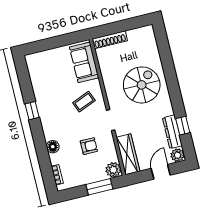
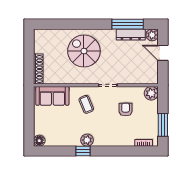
plant: (45, 112) -> (87, 140), added
window: (183, 126) -> (128, 24), width x2.17
floor lamp: (53, 147) -> (39, 141), moved
wardrobe: (128, 154) -> (141, 77), removed
window: (99, 187) -> (163, 125), moved

